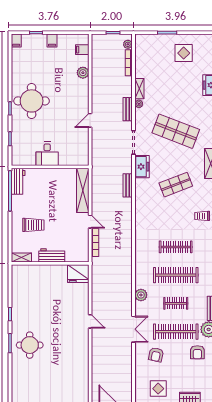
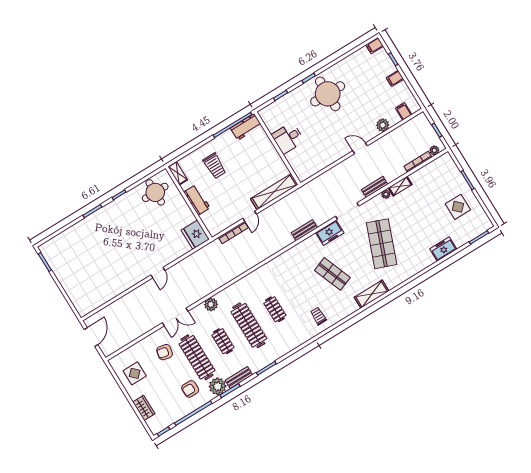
door: (90, 120) -> (360, 148), moved
clothes rail: (176, 247) -> (275, 309), width x0.73
round table: (30, 345) -> (155, 192), moved

